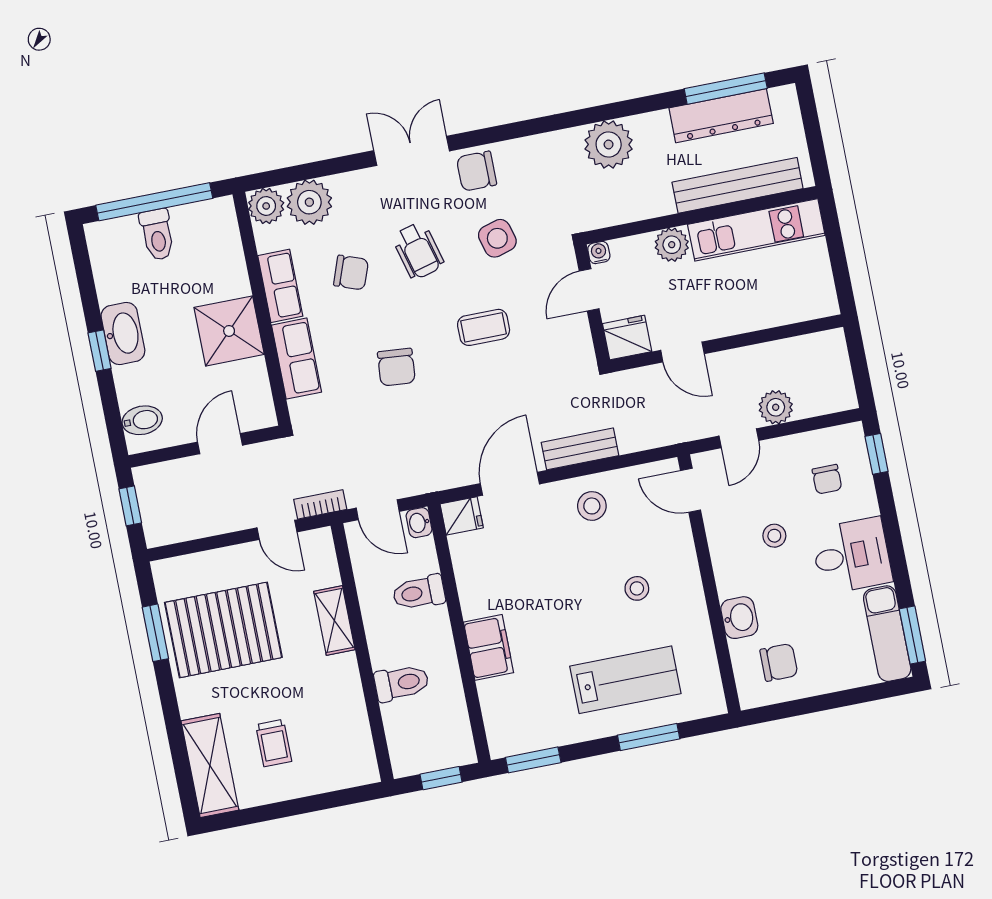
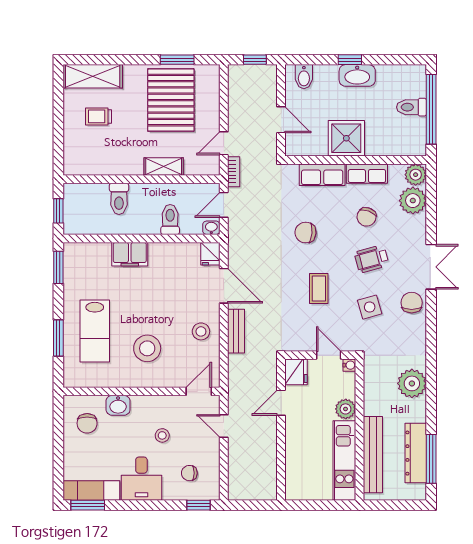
plant: (776, 407) -> (238, 451), removed
stool: (637, 588) -> (147, 348), width x1.89, depth x1.89

